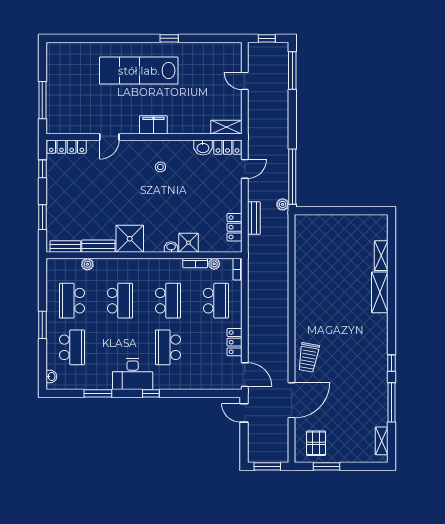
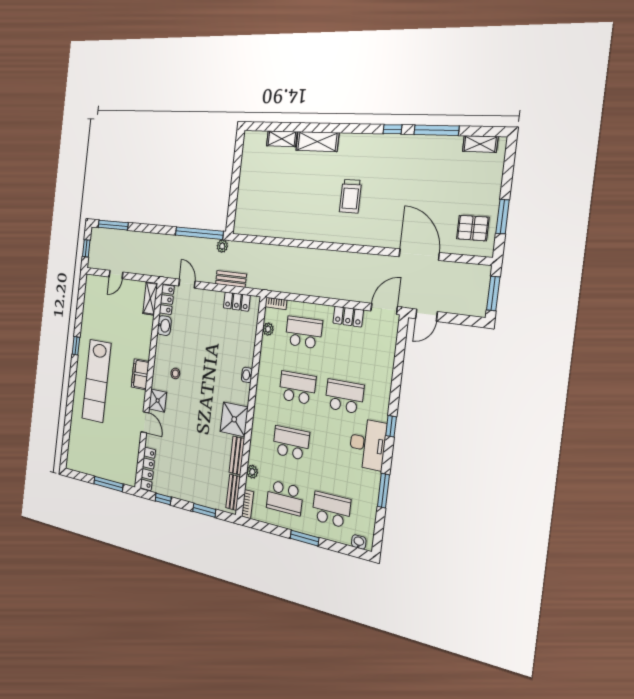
shower: (188, 243) -> (158, 401), moved
bookcase: (195, 263) -> (247, 504), moved
school desk: (168, 347) -> (344, 396), turned 180
trolley: (308, 357) -> (350, 196), moved, turned 80

